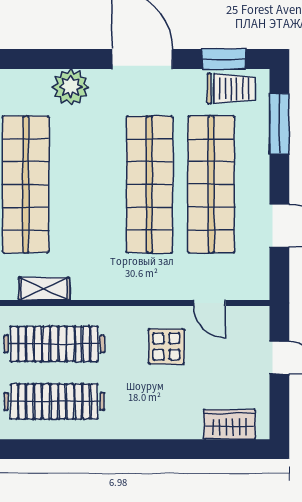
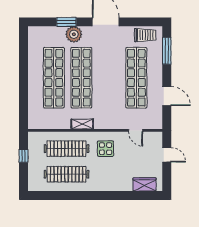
window: (224, 59) -> (66, 22), moved
shop shelf: (149, 184) -> (81, 78), moved
shelving: (44, 289) -> (82, 124), moved
display table: (166, 347) -> (106, 149), moved

